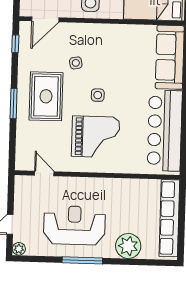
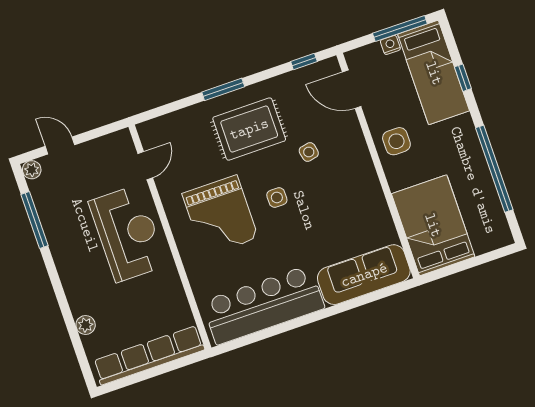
reception desk: (74, 225) -> (128, 233), moved
plant: (128, 246) -> (86, 325), width x0.53, depth x0.53
window: (82, 260) -> (35, 220), moved

